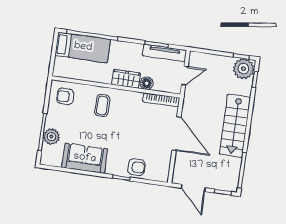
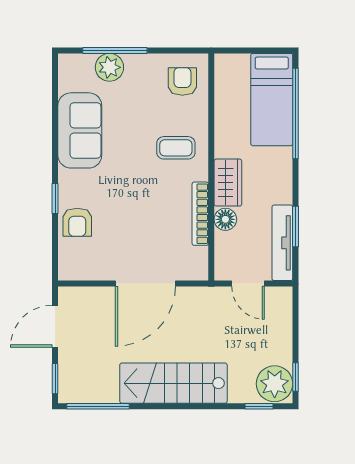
bookcase: (161, 100) -> (200, 214), moved

